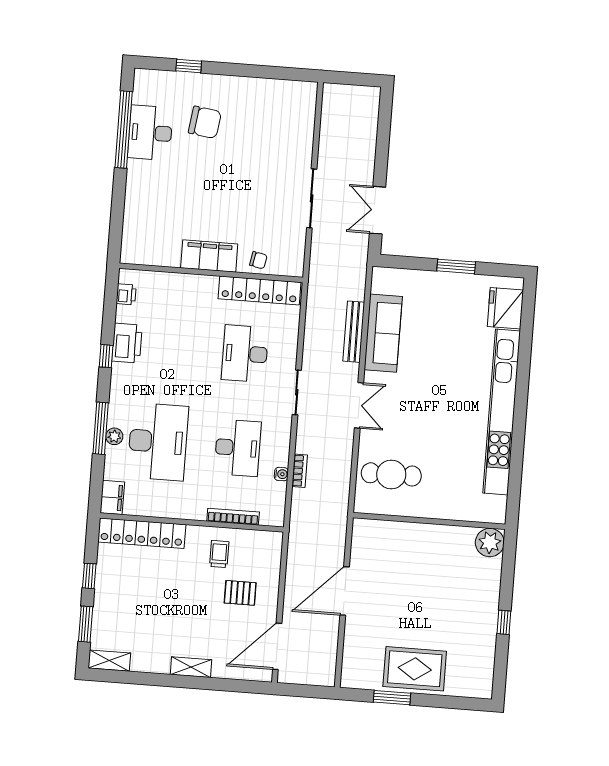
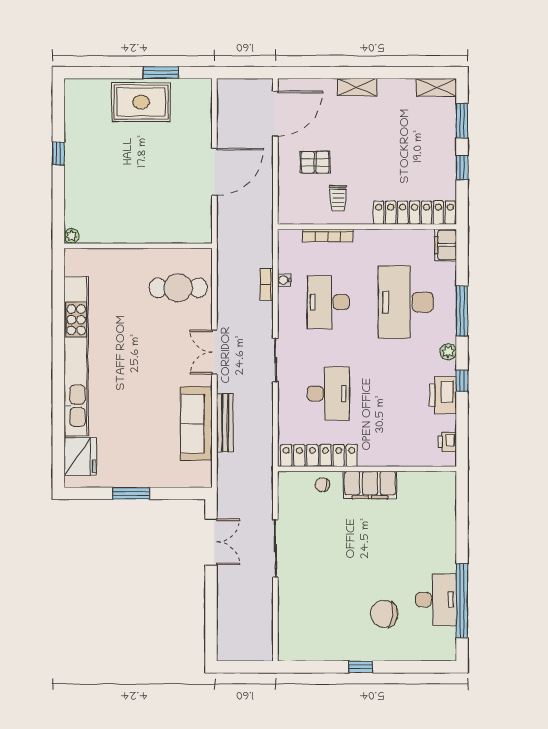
window: (189, 66) -> (361, 667), moved
plant: (114, 436) -> (448, 352), moved
plant: (490, 543) -> (72, 236), width x0.53, depth x0.53

